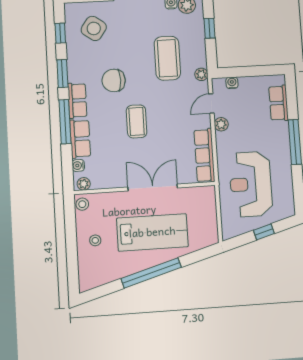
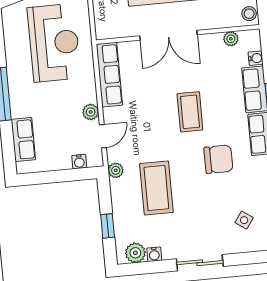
side table: (94, 28) -> (244, 220), width x0.54, depth x0.54
plant: (84, 184) -> (231, 39), moved

